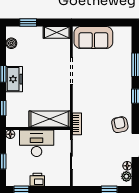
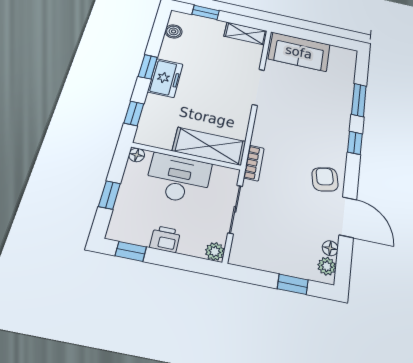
plant: (65, 181) -> (215, 251), added

